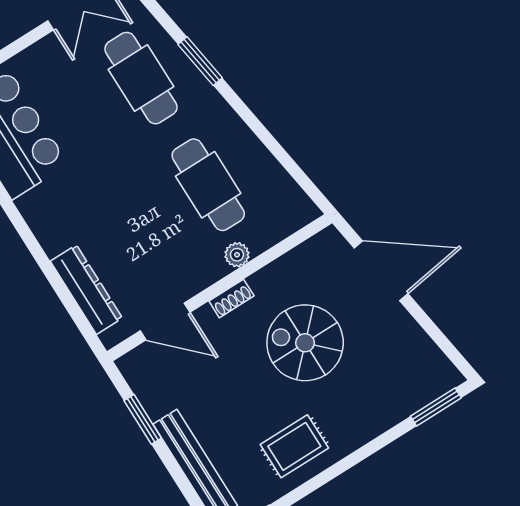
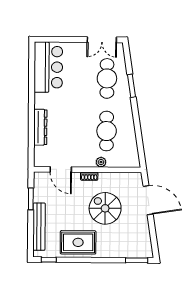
dresser: (86, 290) -> (40, 127), moved
rug: (294, 446) -> (78, 242), width x1.36, depth x1.43

